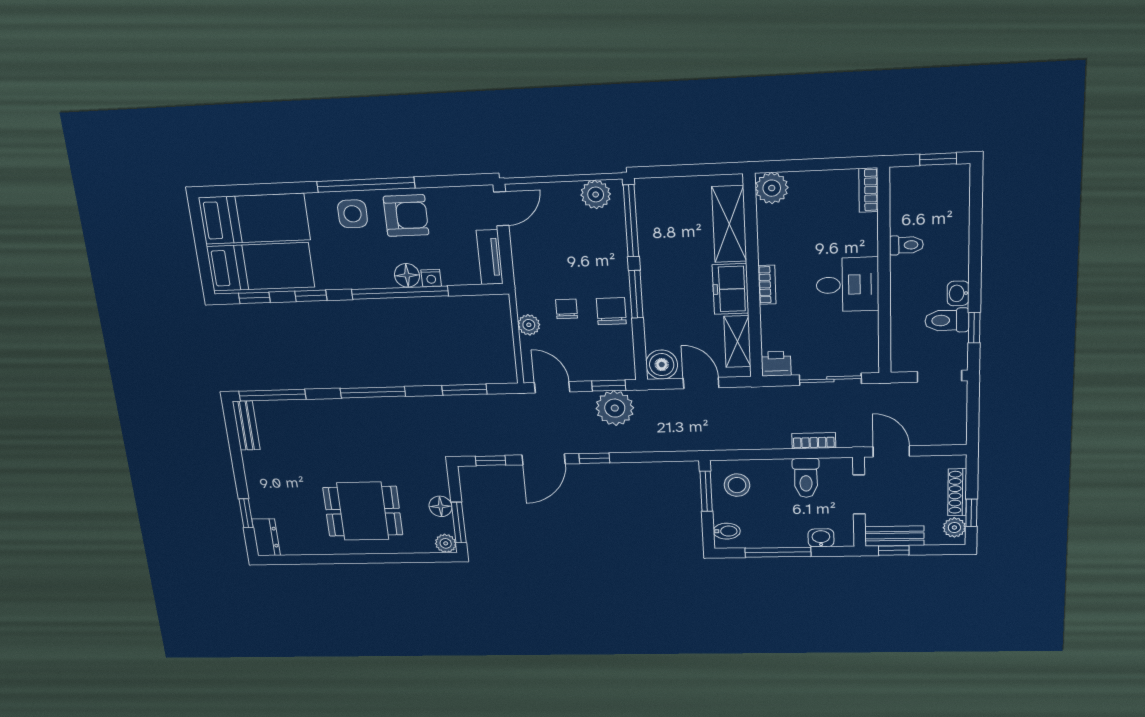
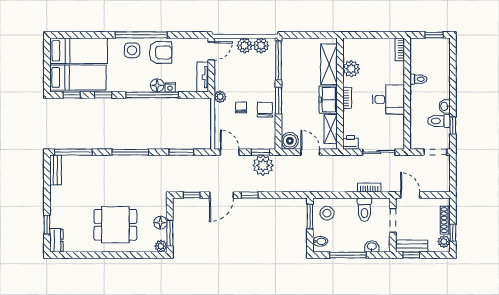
plant: (772, 188) -> (351, 69), moved
plant: (564, 196) -> (245, 45), added
plant: (529, 325) -> (220, 97), moved

